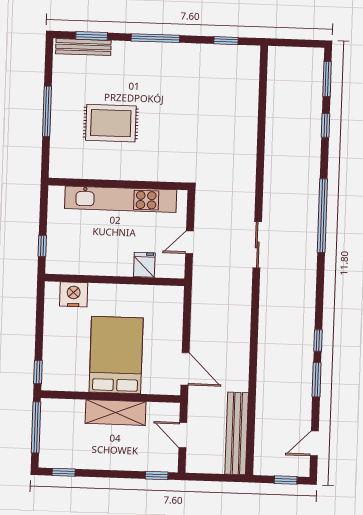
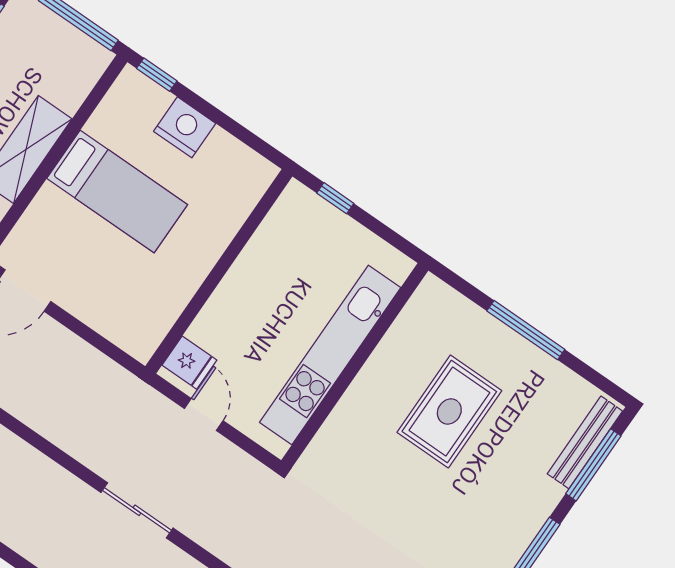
window: (92, 36) -> (593, 465), width x1.44
fridge: (144, 265) -> (189, 363), moved
nightstand: (74, 294) -> (185, 127), moved, turned -90
bed: (116, 355) -> (117, 191), width x0.67

